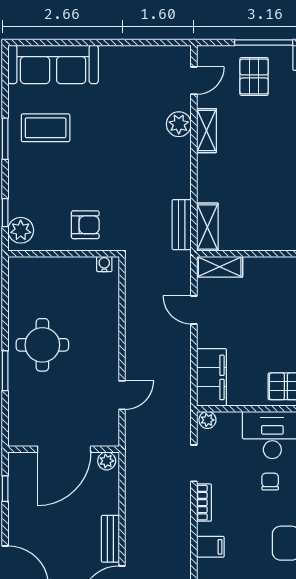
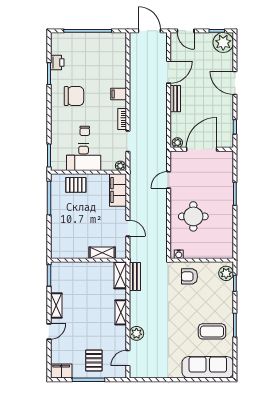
shelving: (207, 131) -> (121, 312), moved
shelving: (220, 267) -> (102, 253), moved
round table: (42, 345) -> (193, 216), moved

